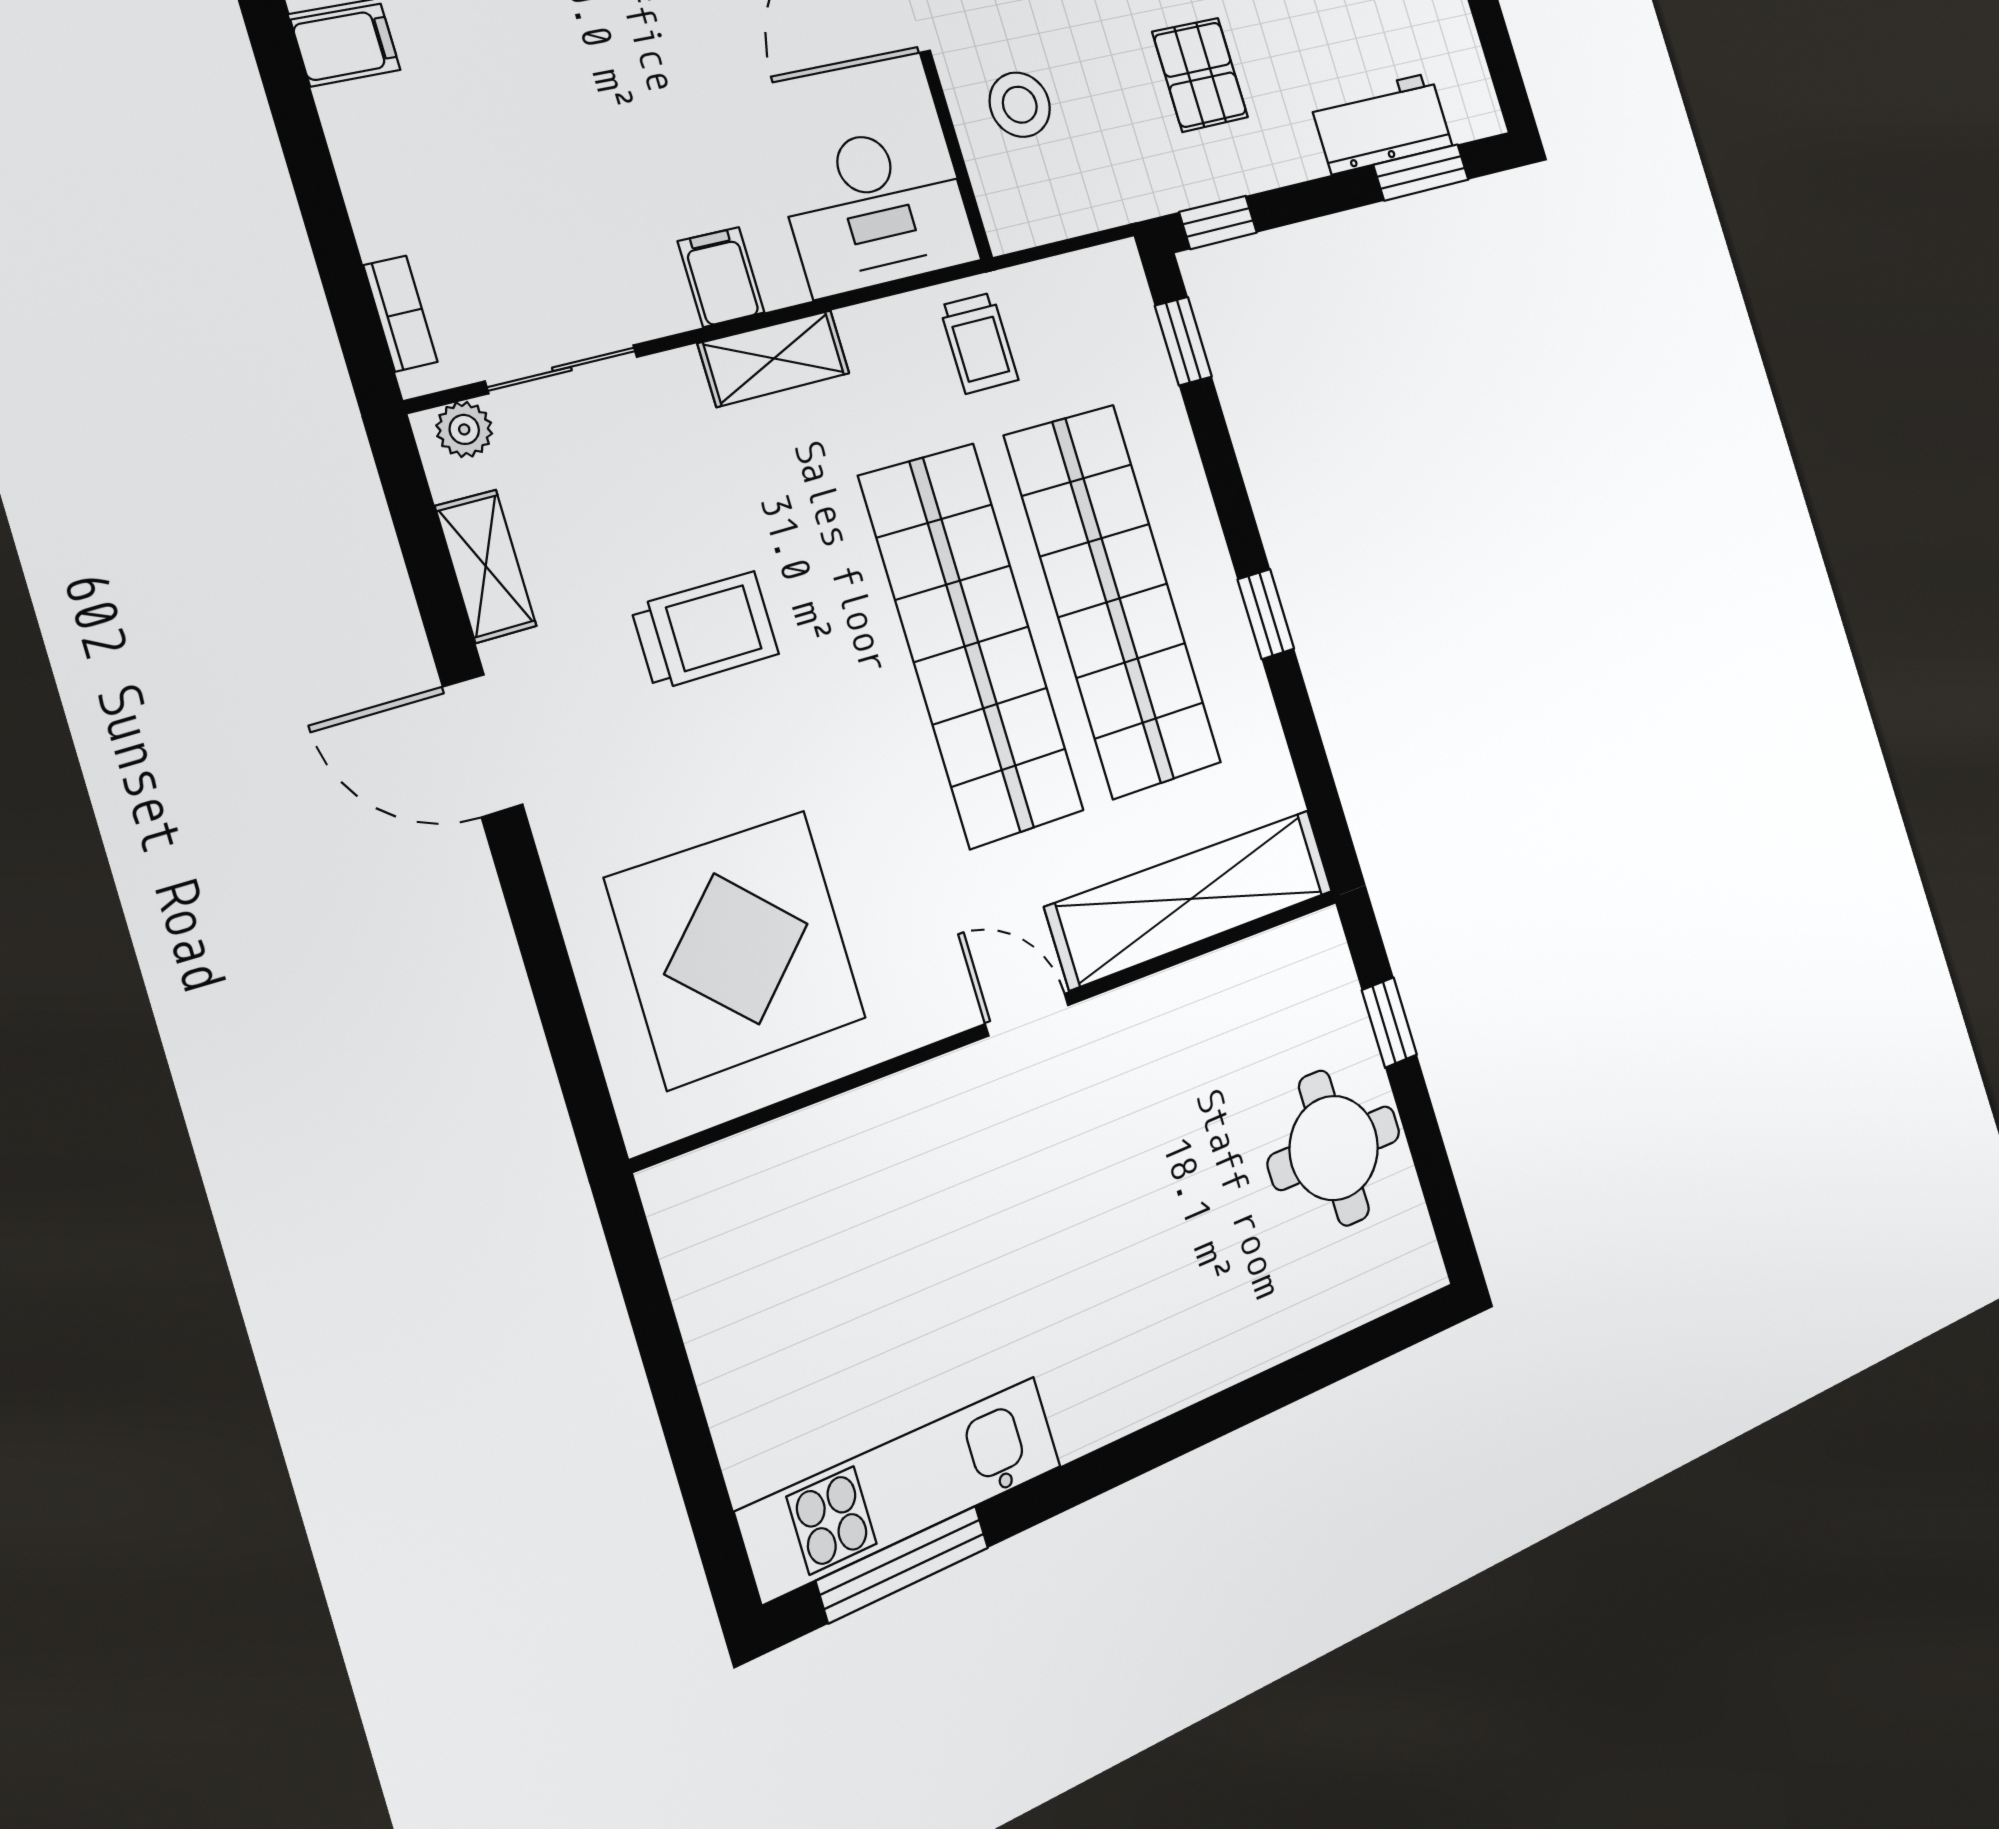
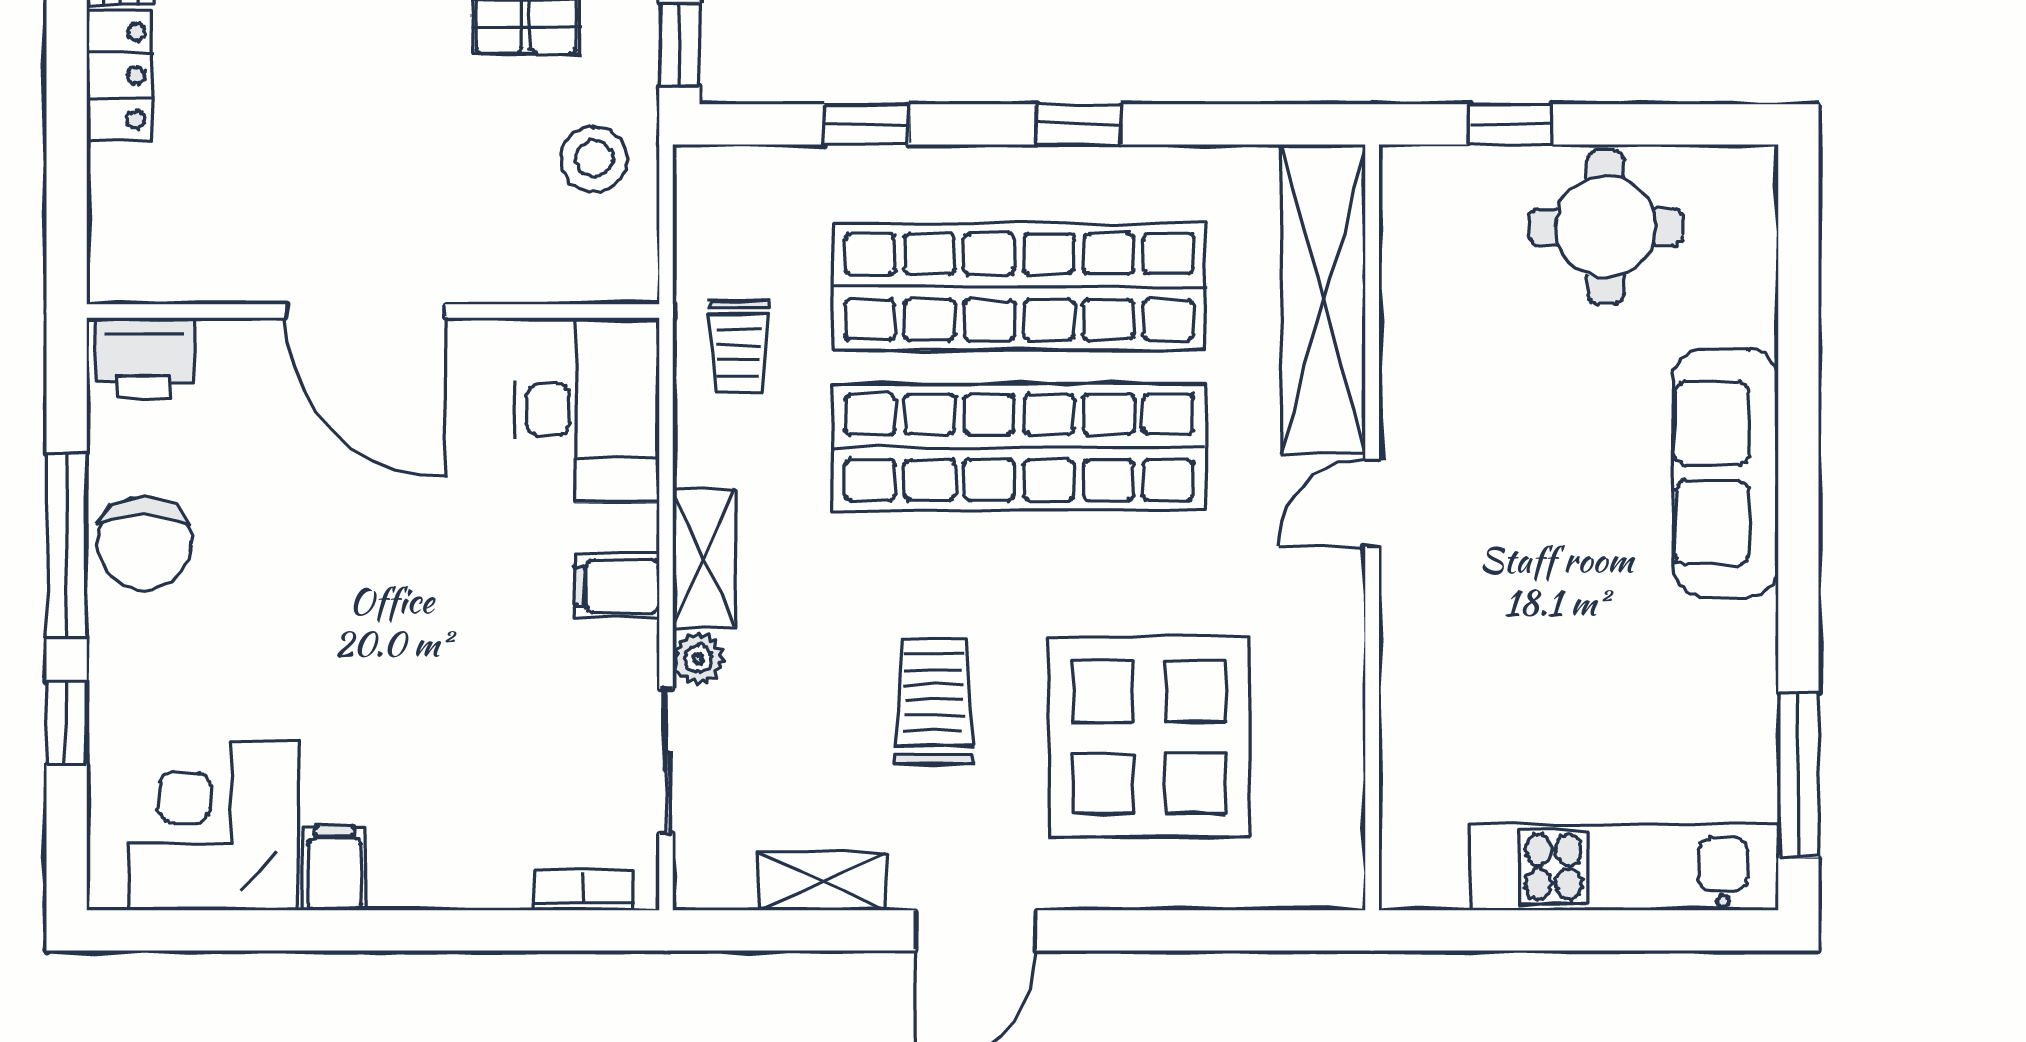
stool: (1020, 105) -> (594, 159), moved
window: (1183, 341) -> (867, 124), moved
trolley: (979, 343) -> (739, 346), turned 90
plant: (464, 429) -> (698, 659), moved
display table: (737, 949) -> (1149, 737), moved
sofa: (1160, 1359) -> (1726, 473), added
kitchen unit: (901, 1488) -> (1624, 867), moved, turned 90

